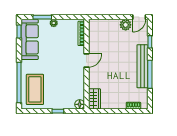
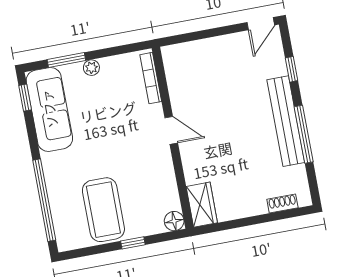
plant: (126, 25) -> (236, 44), removed
door: (86, 60) -> (171, 130), hinge flipped
coffee table: (35, 89) -> (103, 210), moved

